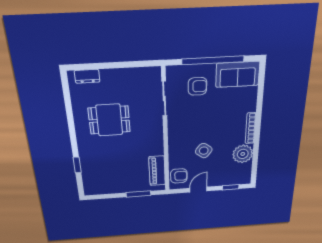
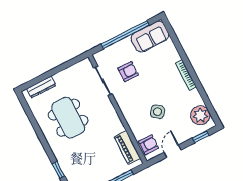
dresser: (87, 76) -> (41, 87), width x1.44
armchair: (197, 86) -> (128, 72), moved
dining table: (109, 120) -> (68, 118), width x1.37
plant: (243, 154) -> (200, 115), moved

